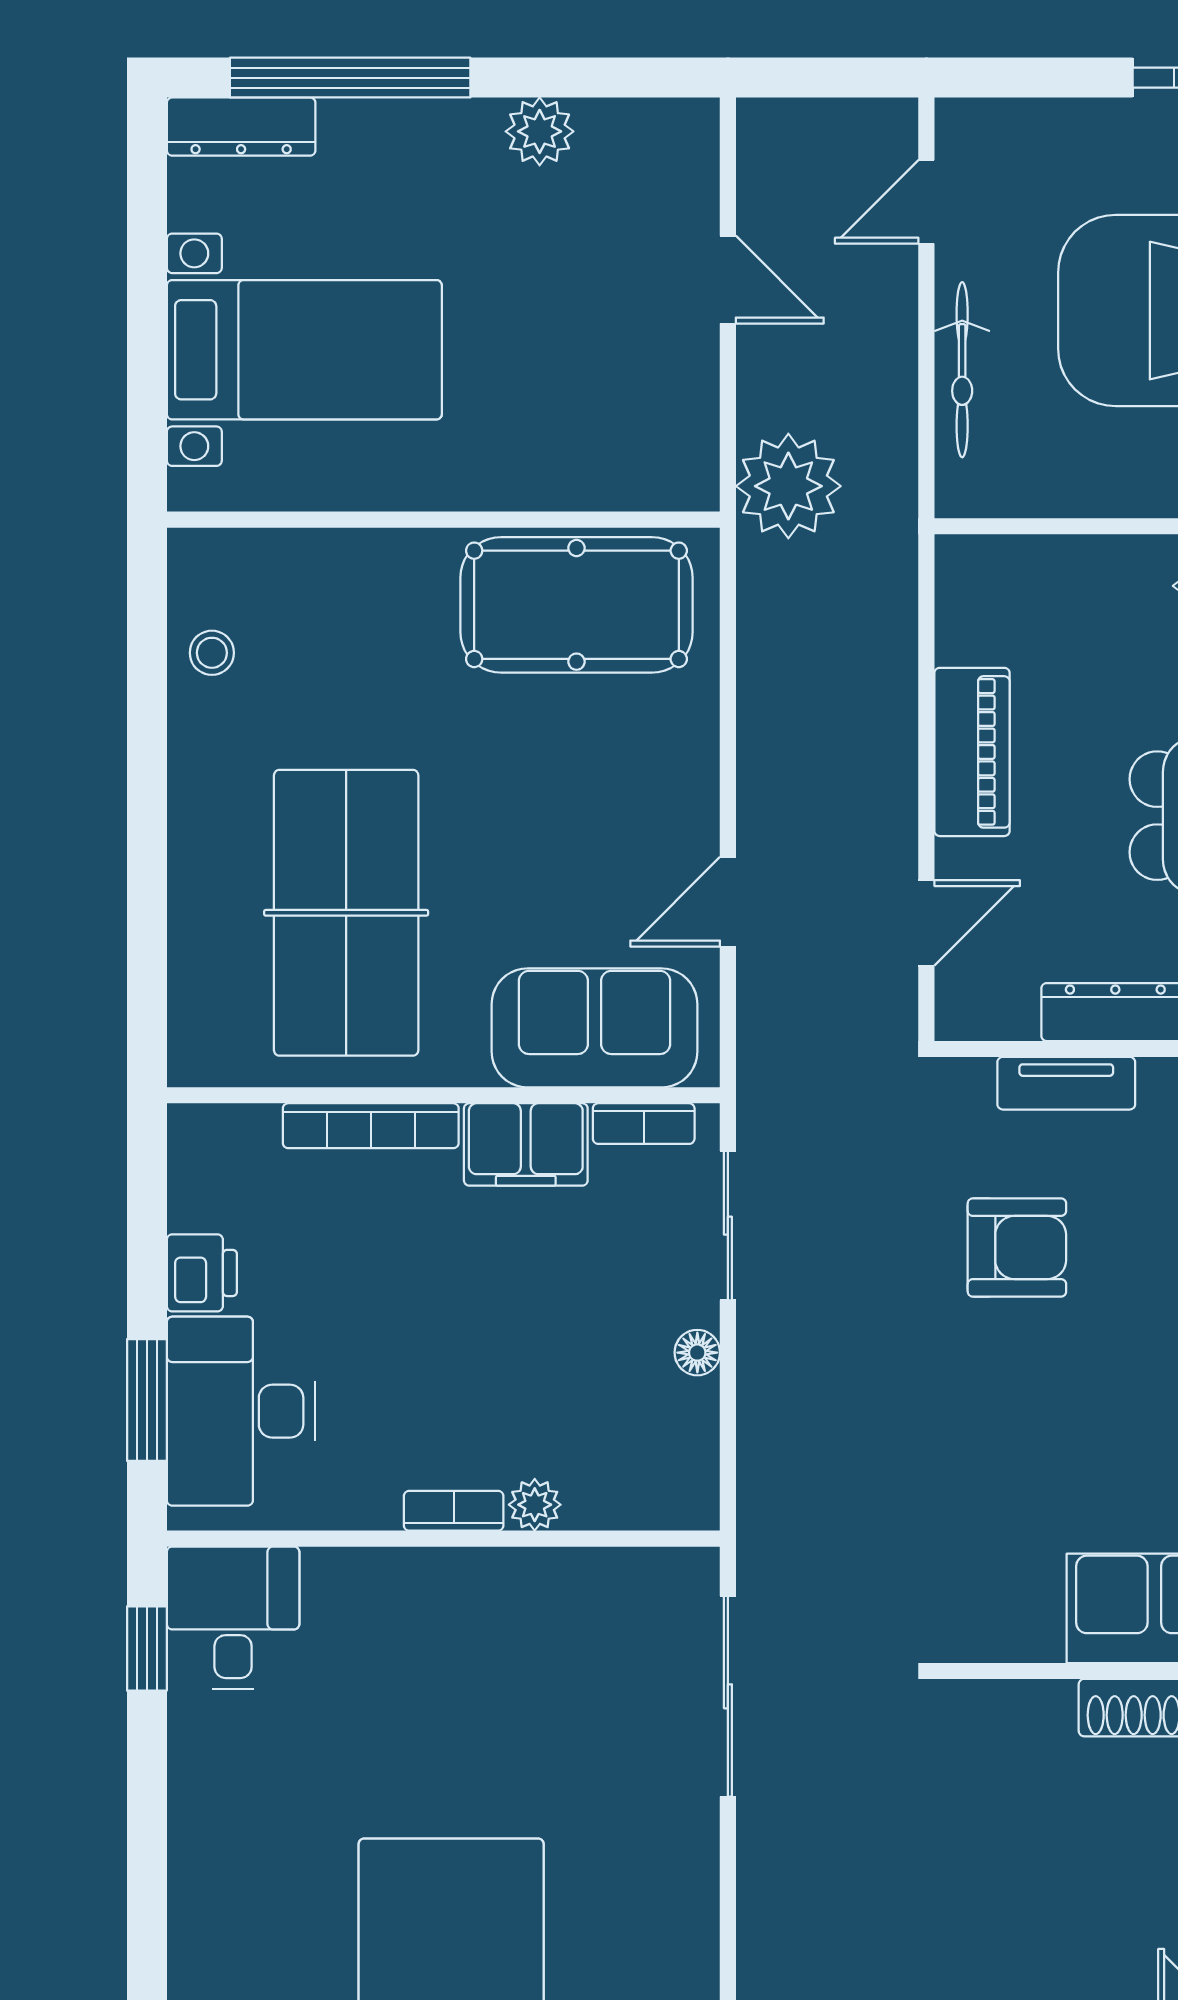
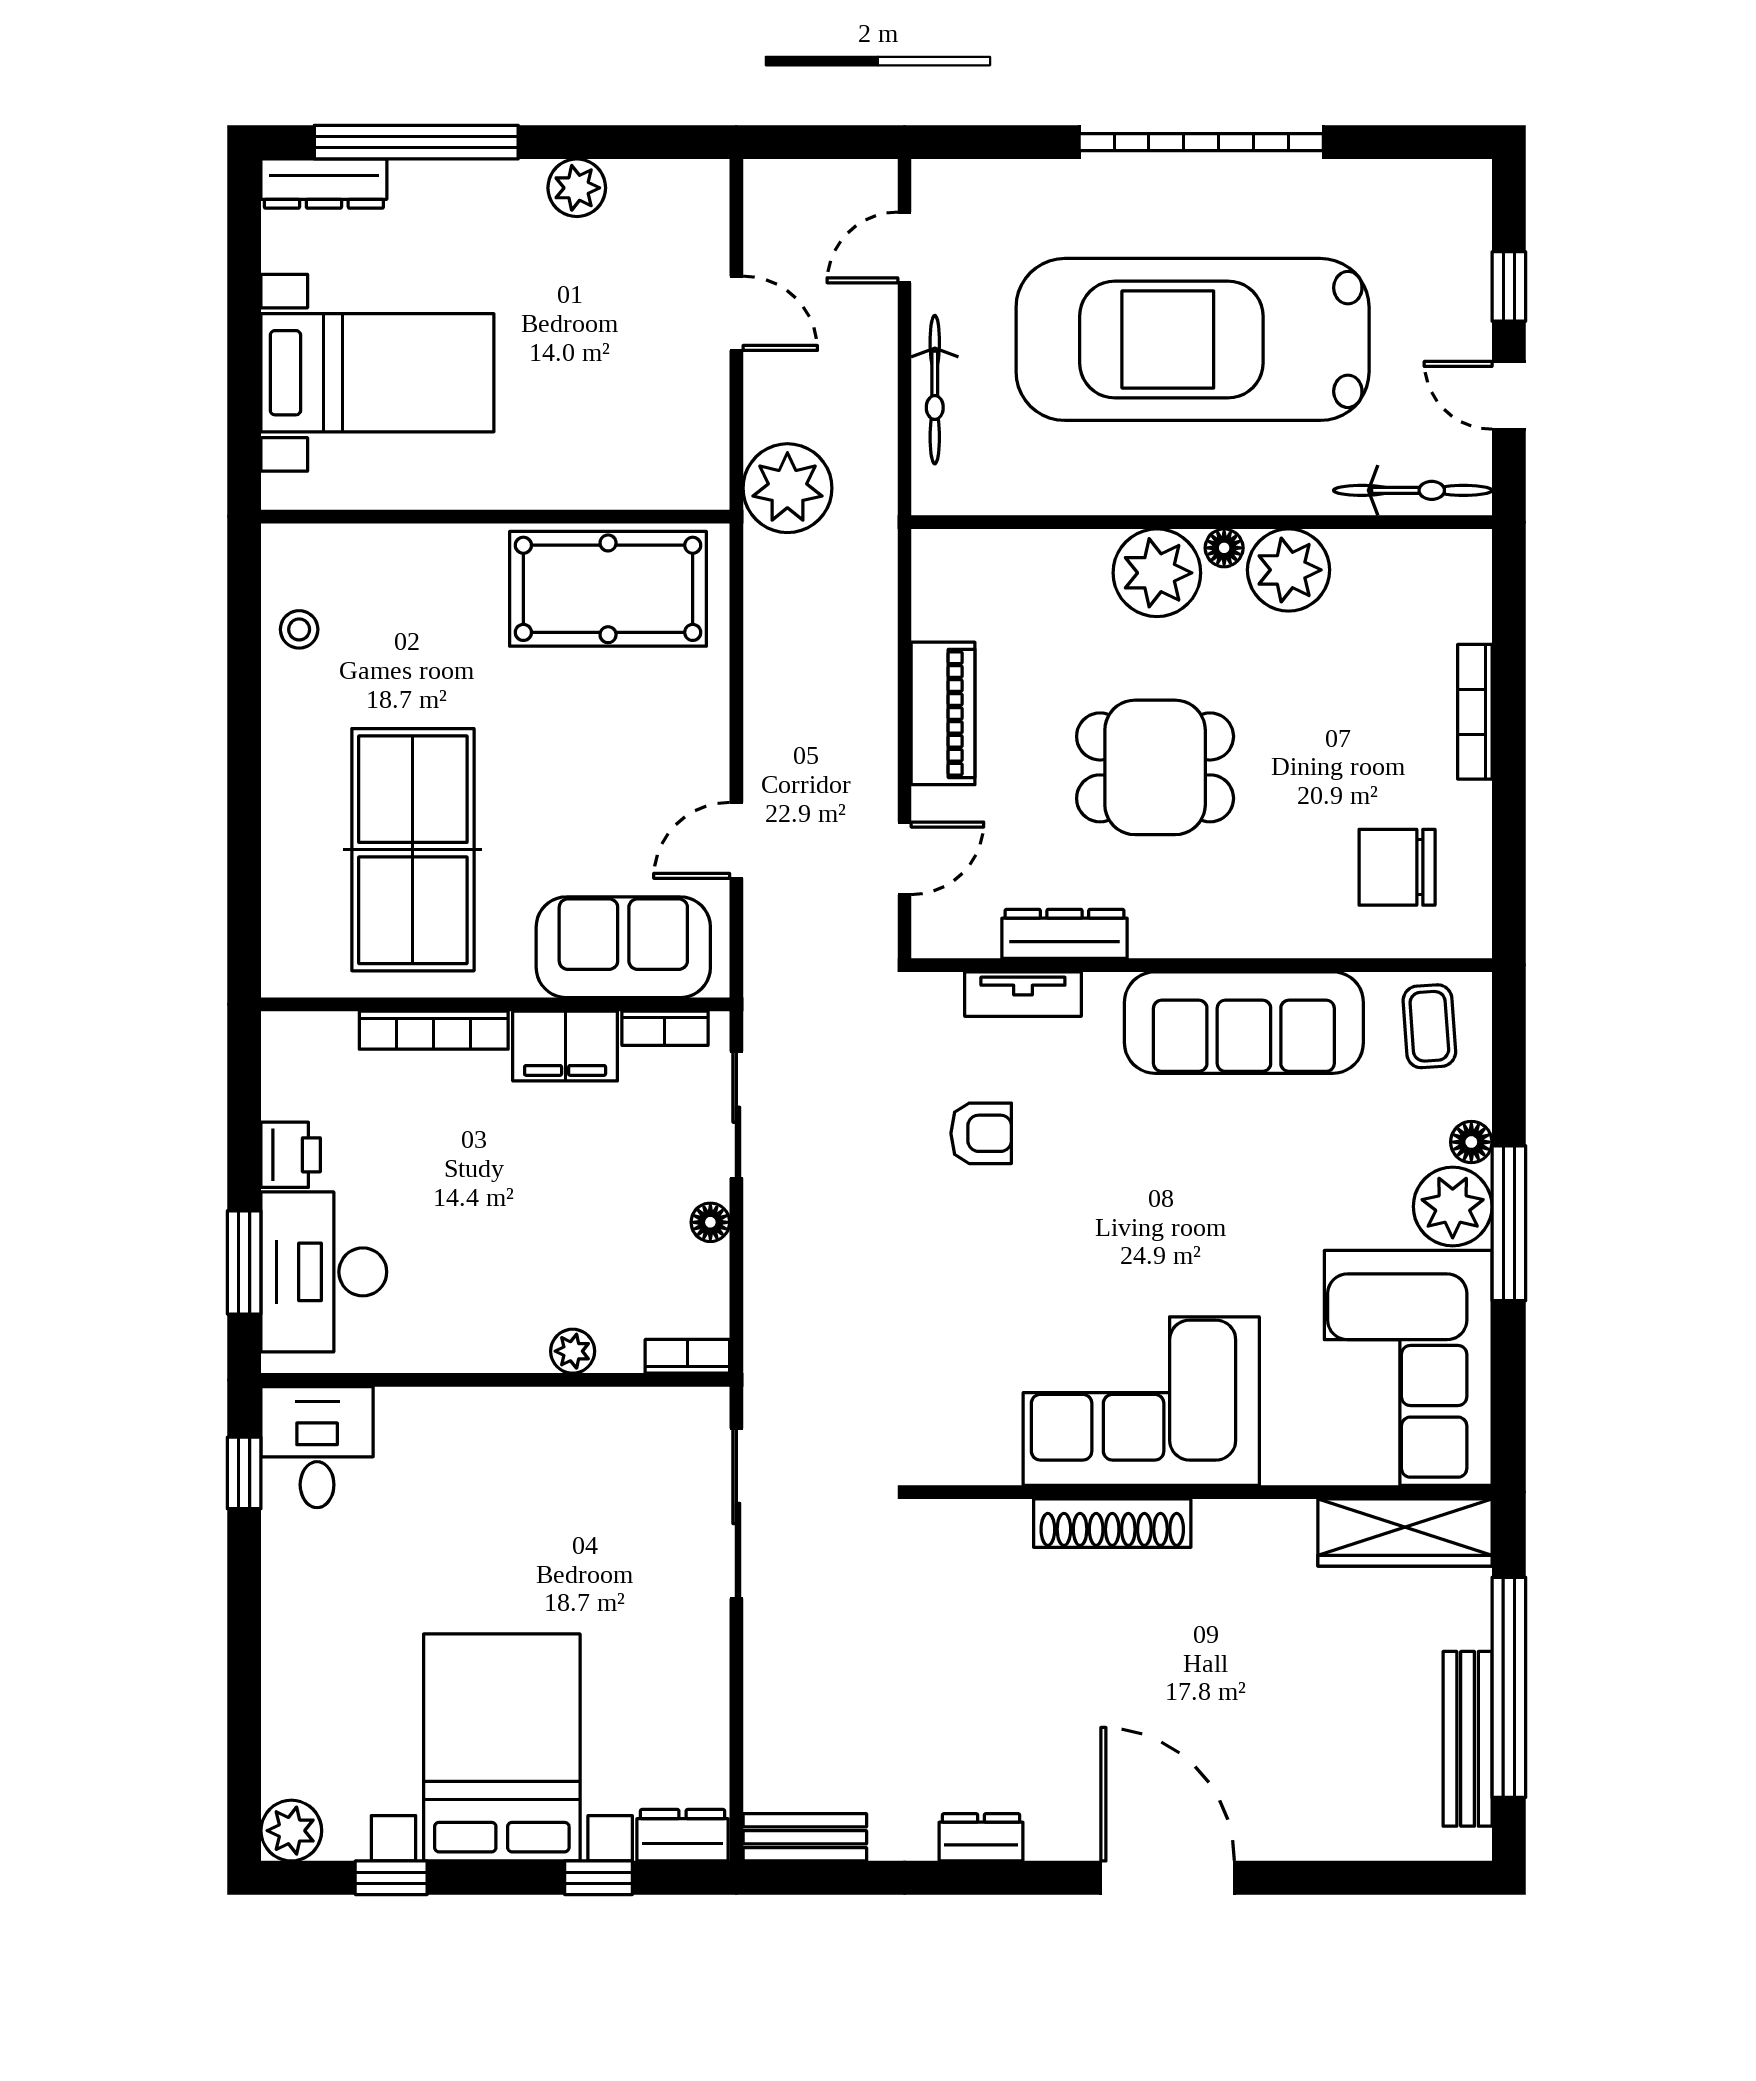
armchair: (1017, 1247) -> (981, 1133), width x0.72, depth x0.72
bookcase: (454, 1511) -> (687, 1356), moved

